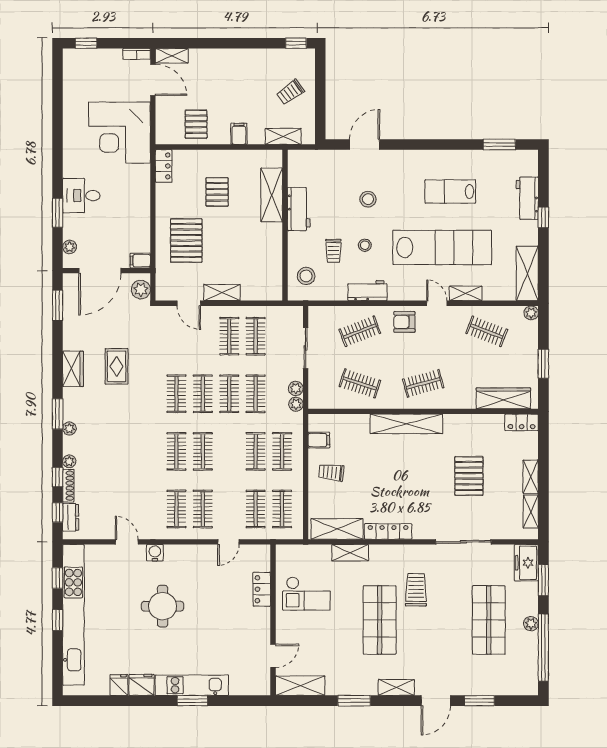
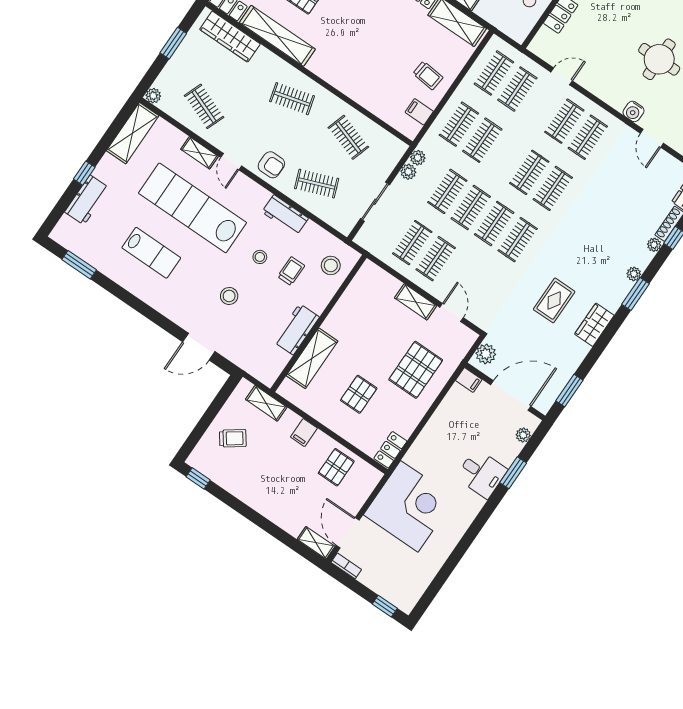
shelving: (406, 424) -> (277, 36), moved

